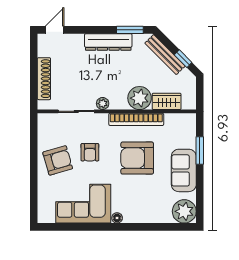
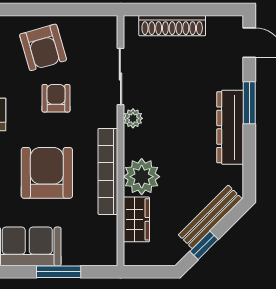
window: (130, 30) -> (249, 103), moved
armchair: (90, 152) -> (56, 98), turned 90

